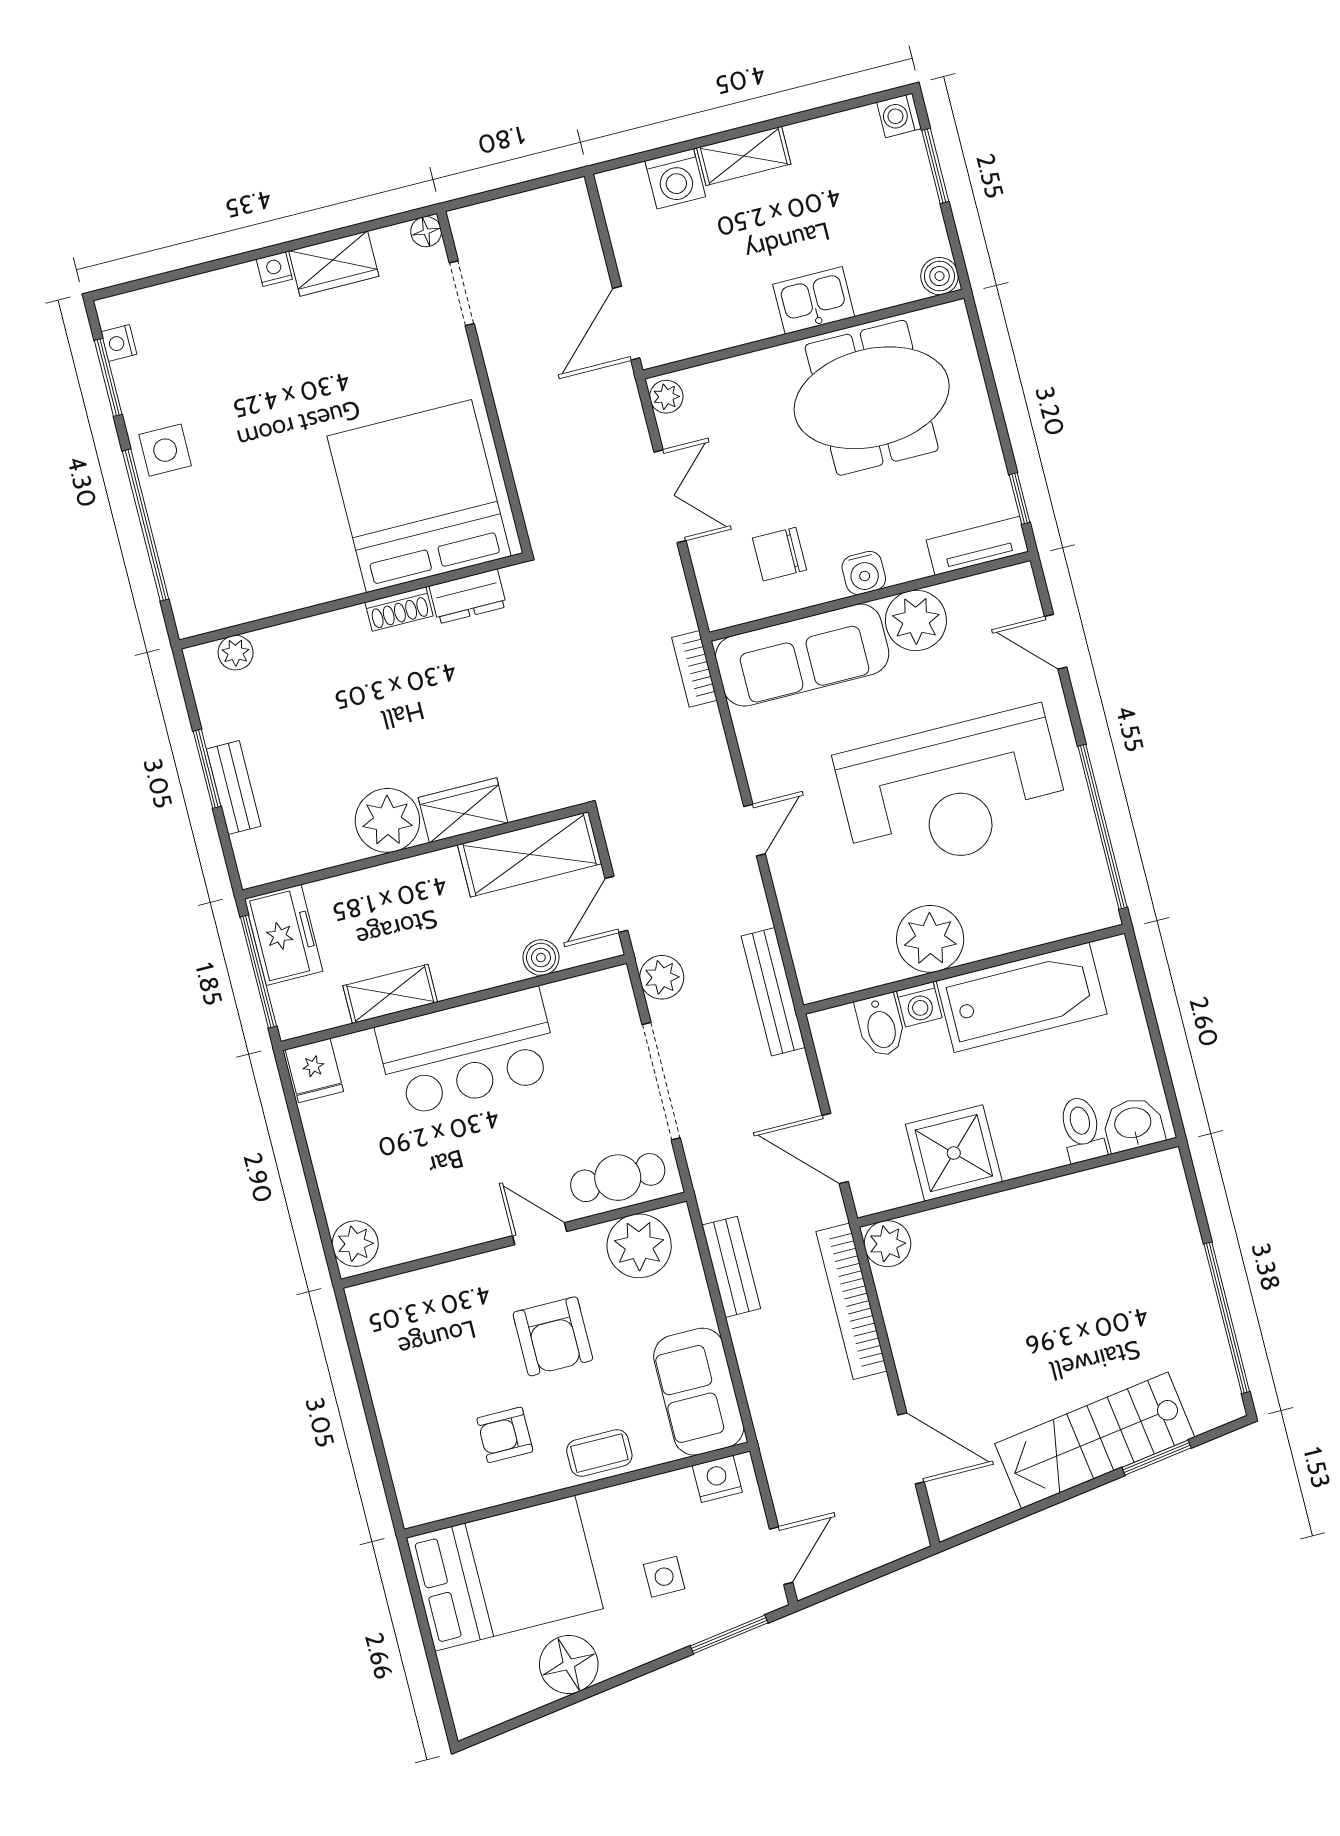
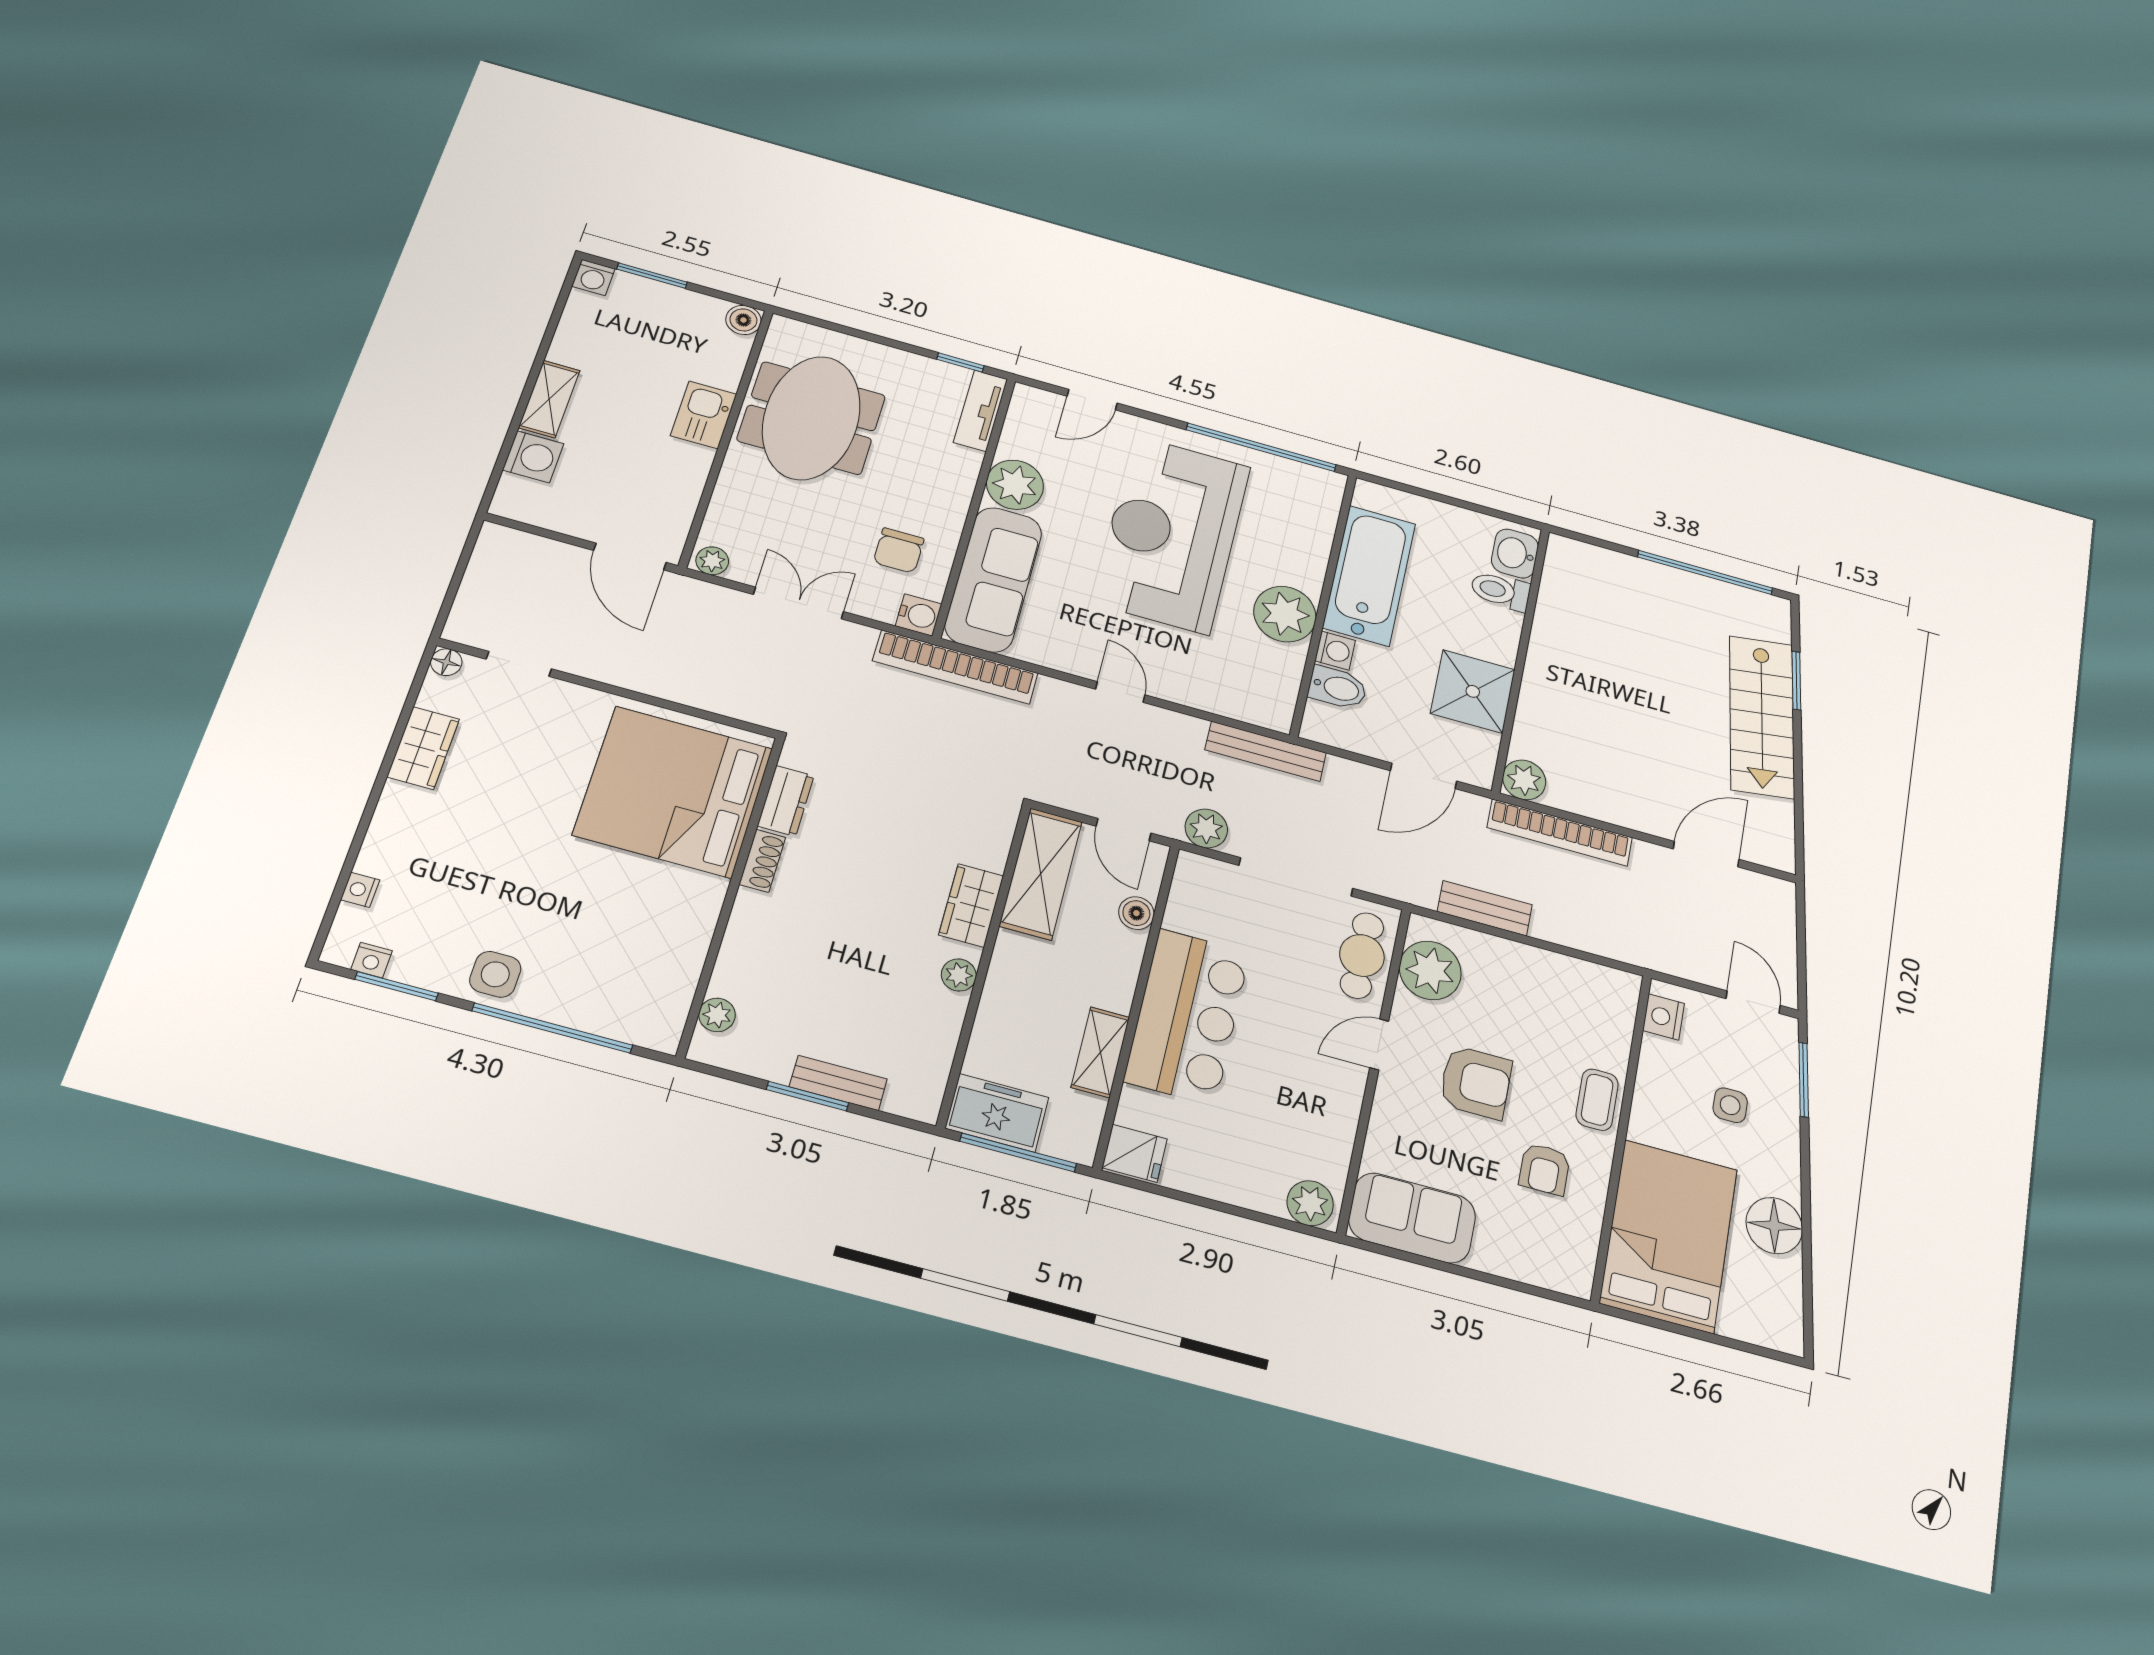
nightstand: (274, 269) -> (360, 890), moved
water cooler: (864, 573) -> (919, 615), moved
bookcase: (694, 669) -> (955, 667), width x2.31, depth x1.31
reception desk: (952, 792) -> (1172, 534), turned 180
plant: (387, 820) -> (959, 975), width x0.53, depth x0.53
sofa: (699, 1392) -> (1412, 1218), moved, turned 180

